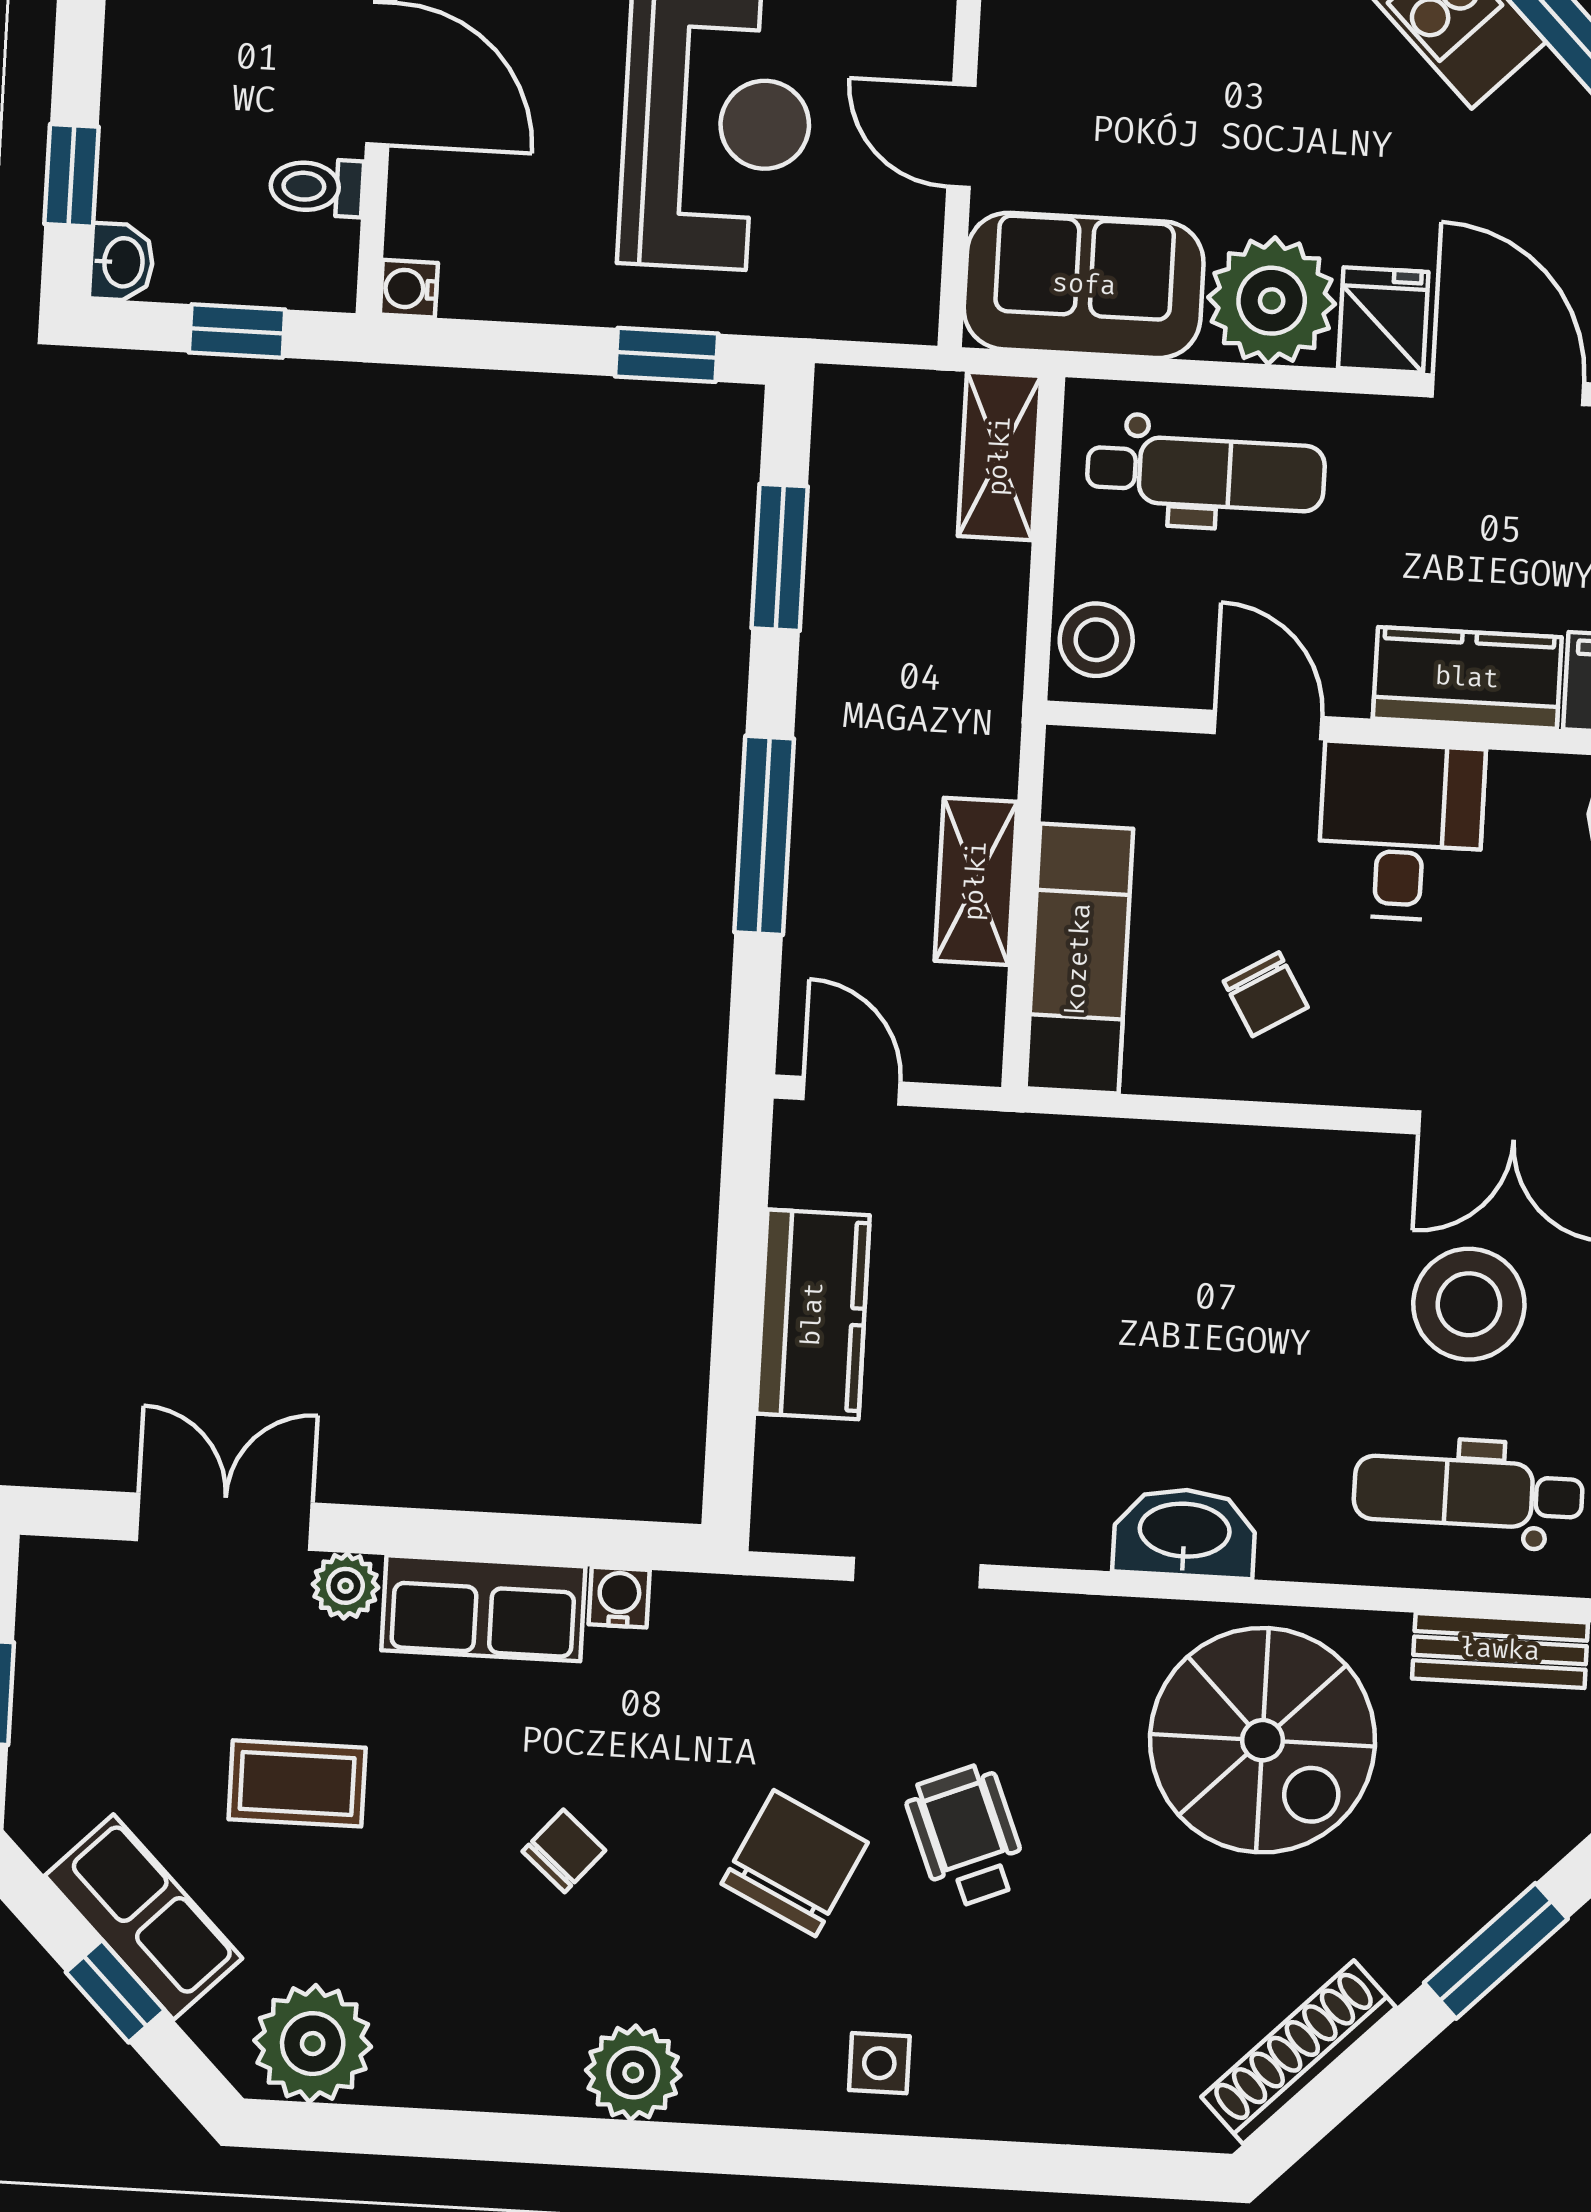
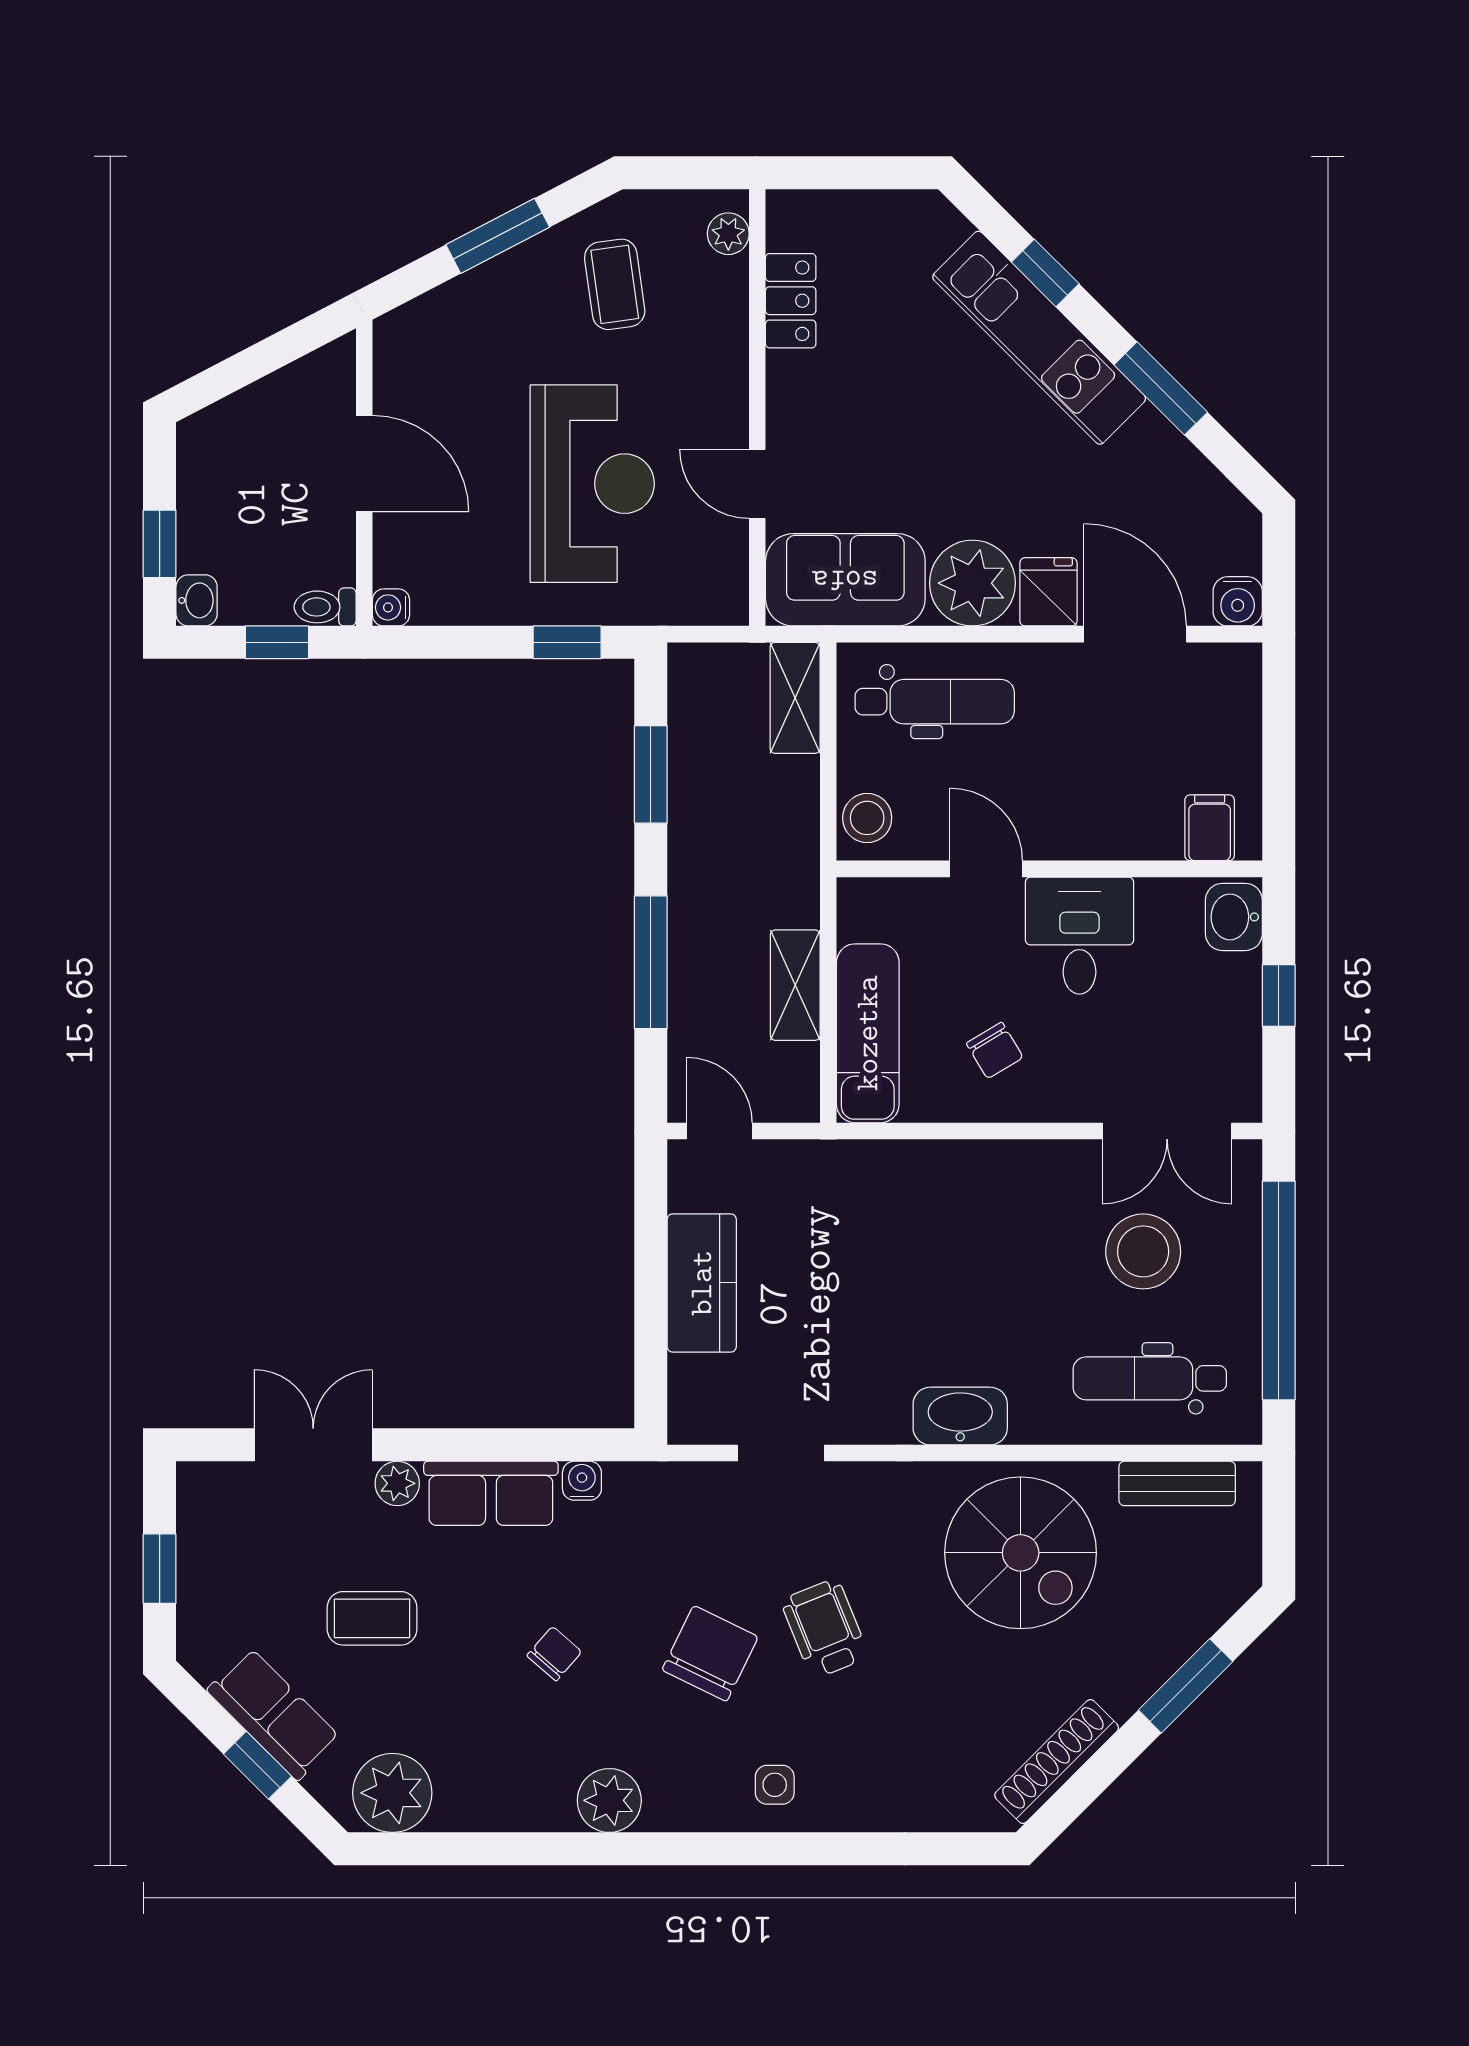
toilet: (317, 187) -> (325, 607), moved
kitchen counter: (1467, 678) -> (1119, 830), removed

